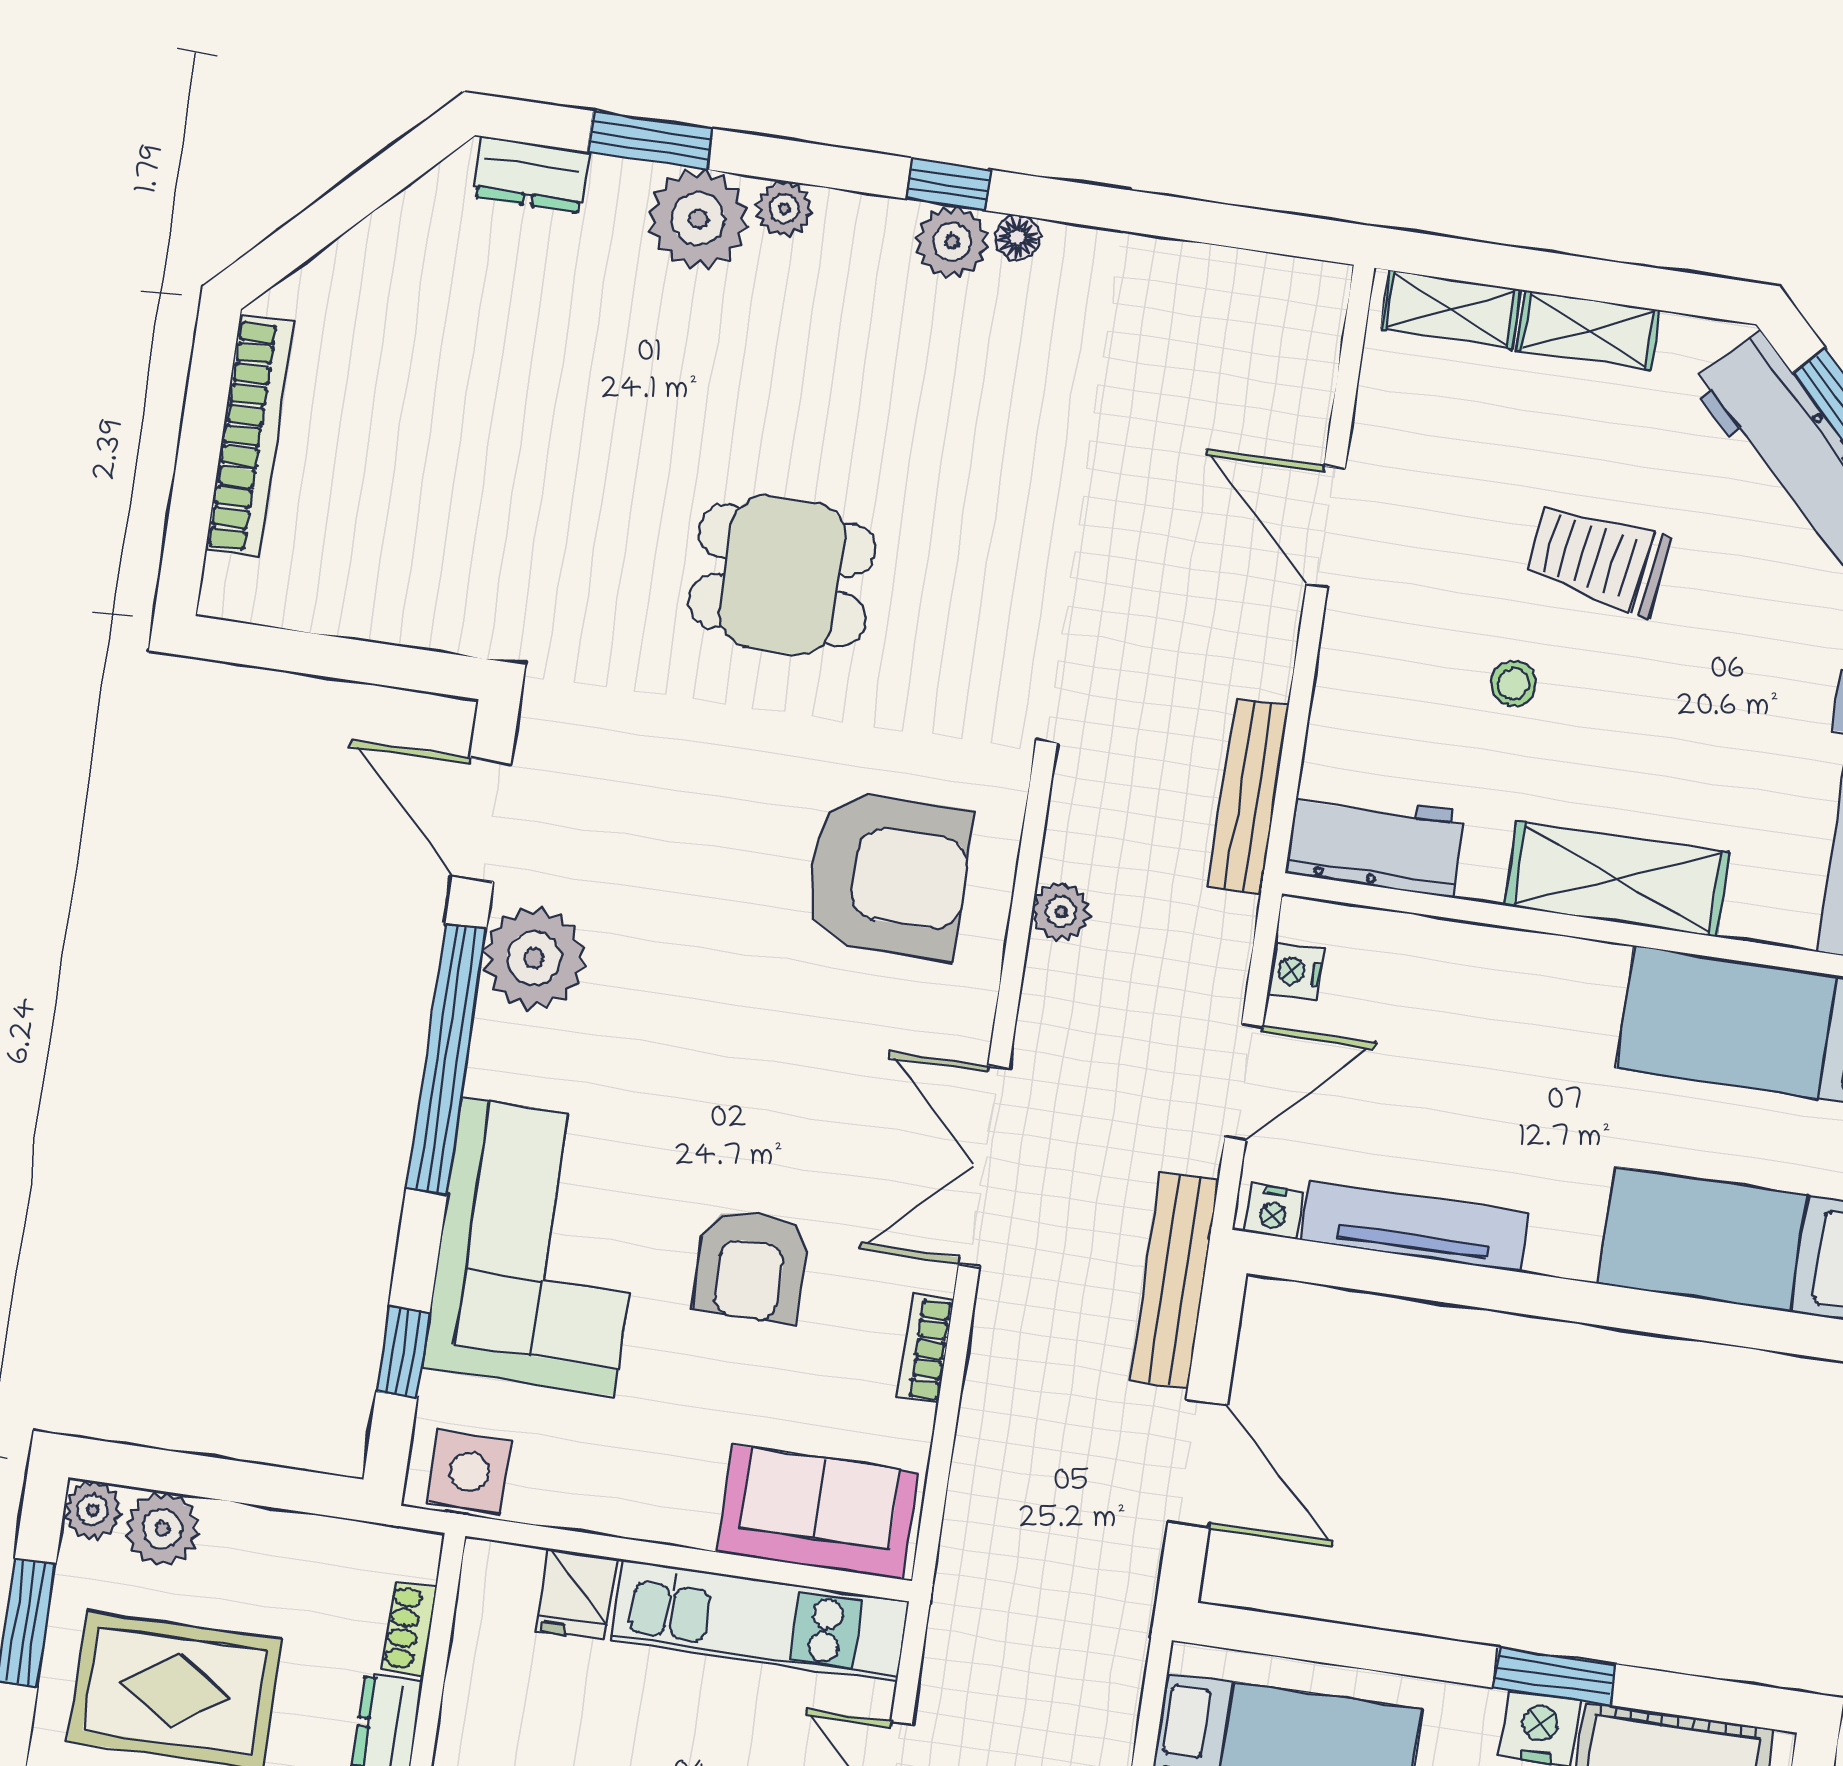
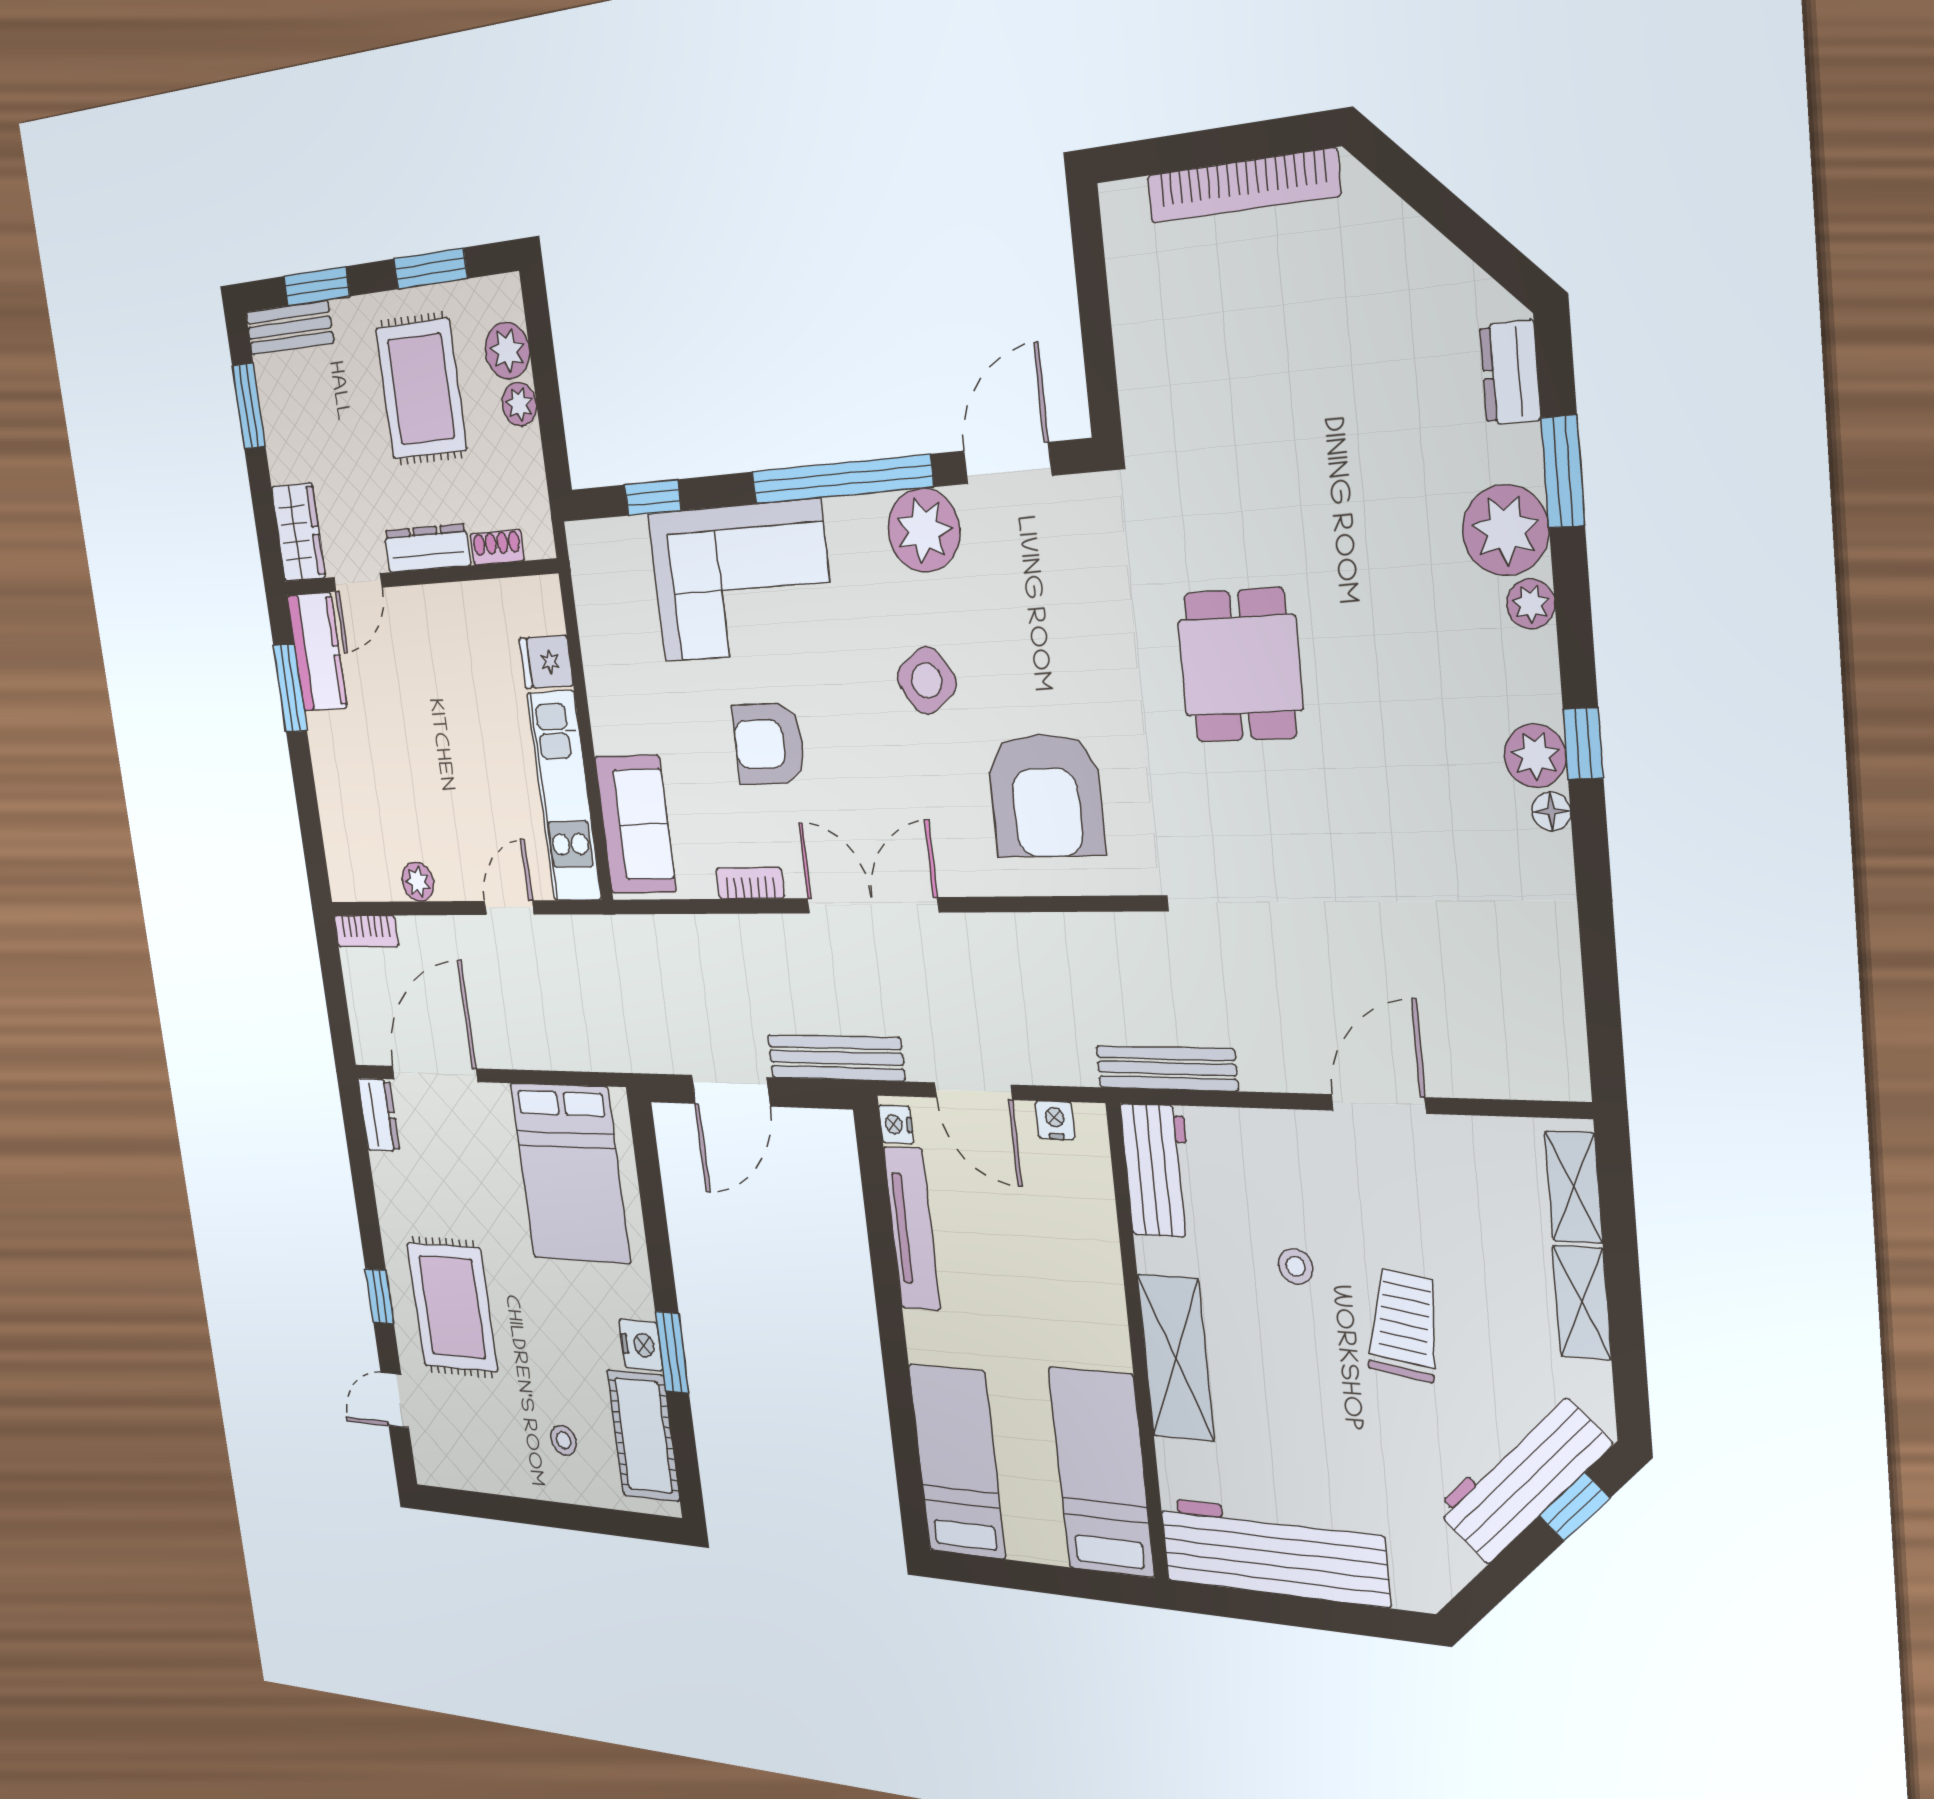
plant: (1061, 912) -> (1053, 935), removed
side table: (469, 1472) -> (927, 680), moved, turned -35
plant: (93, 1510) -> (519, 404), moved

